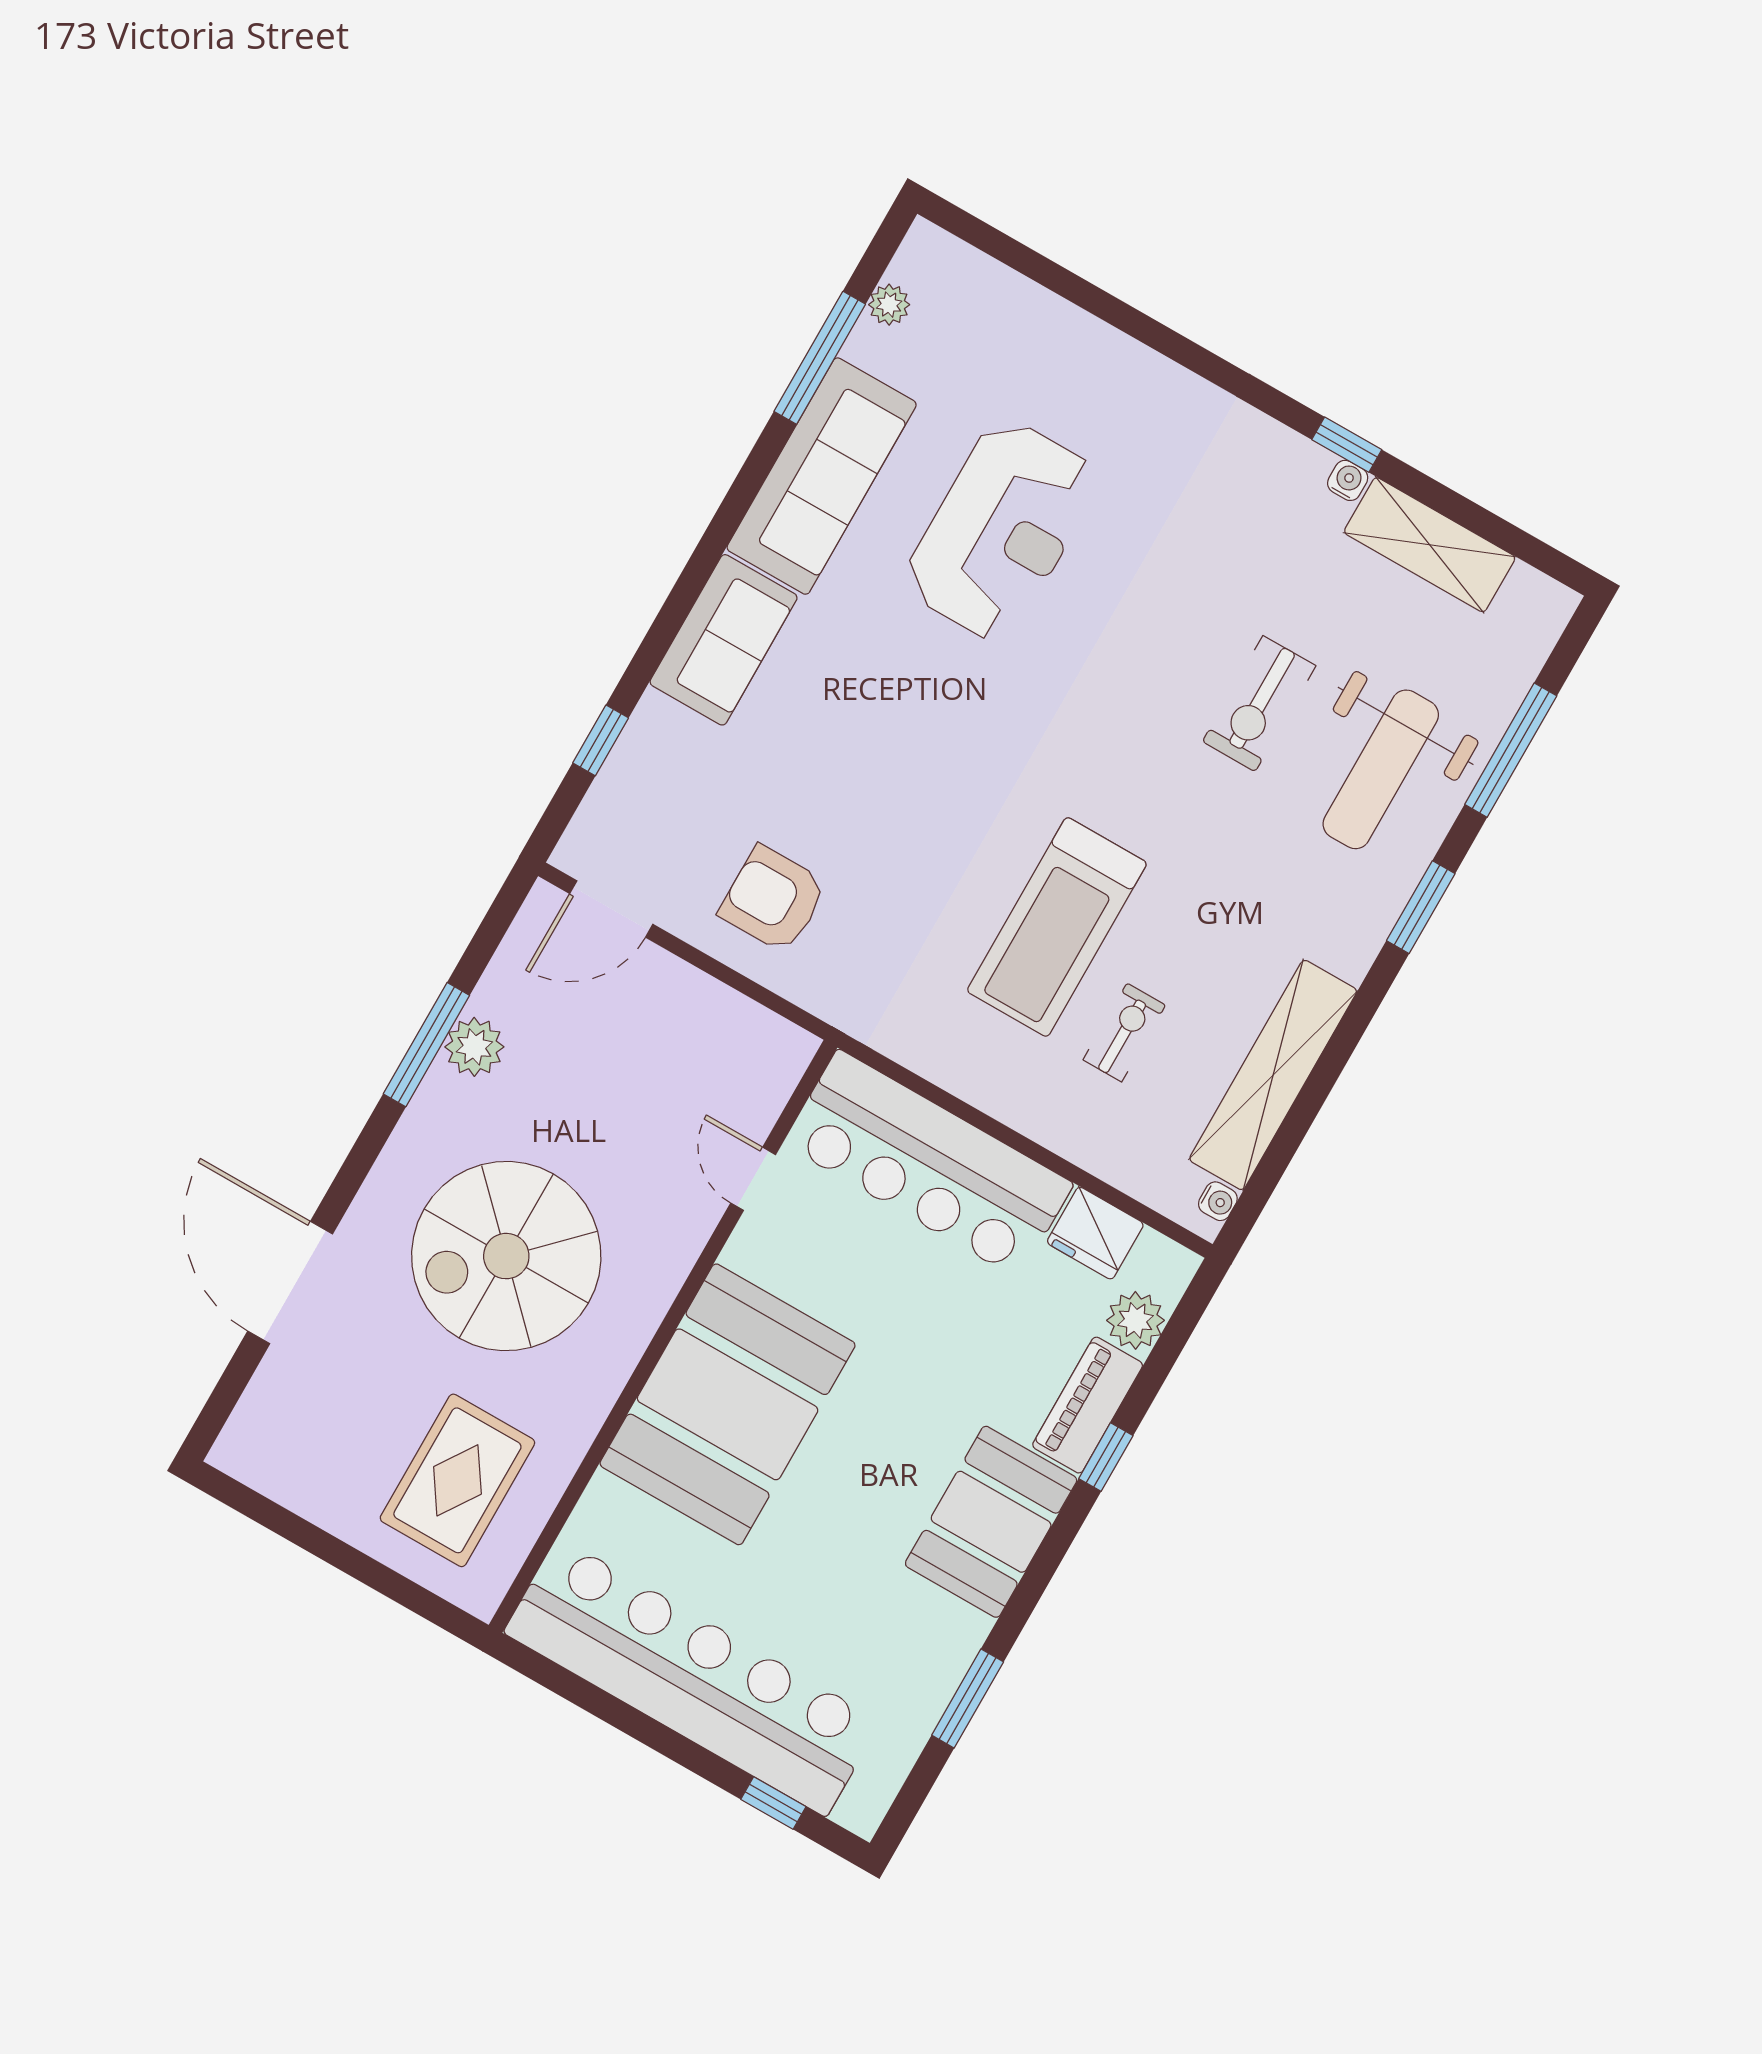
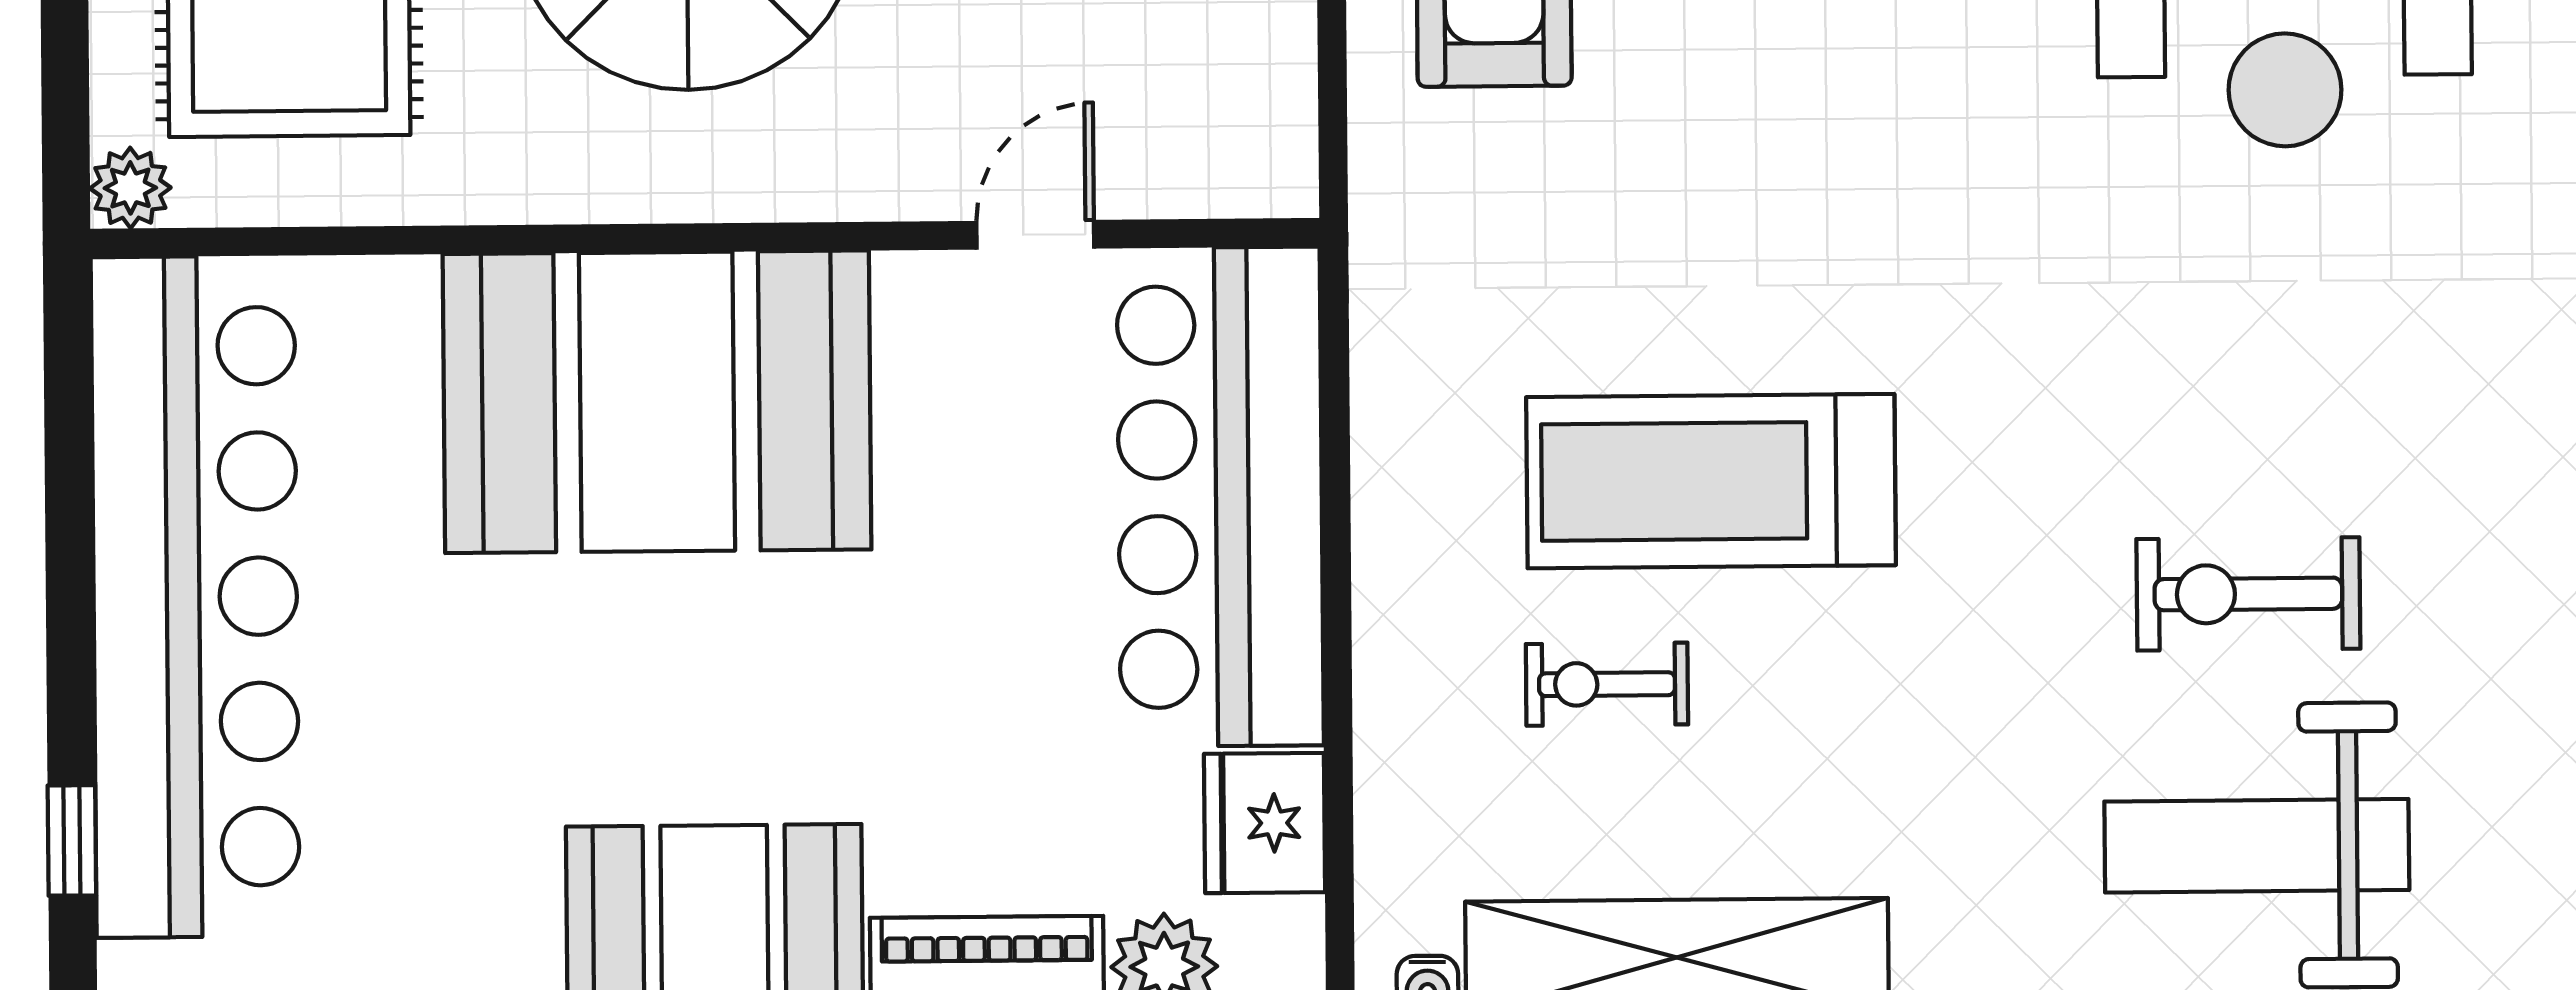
exercise bike: (1124, 1032) -> (1607, 684), turned 180
plant: (480, 1595) -> (130, 188), added

